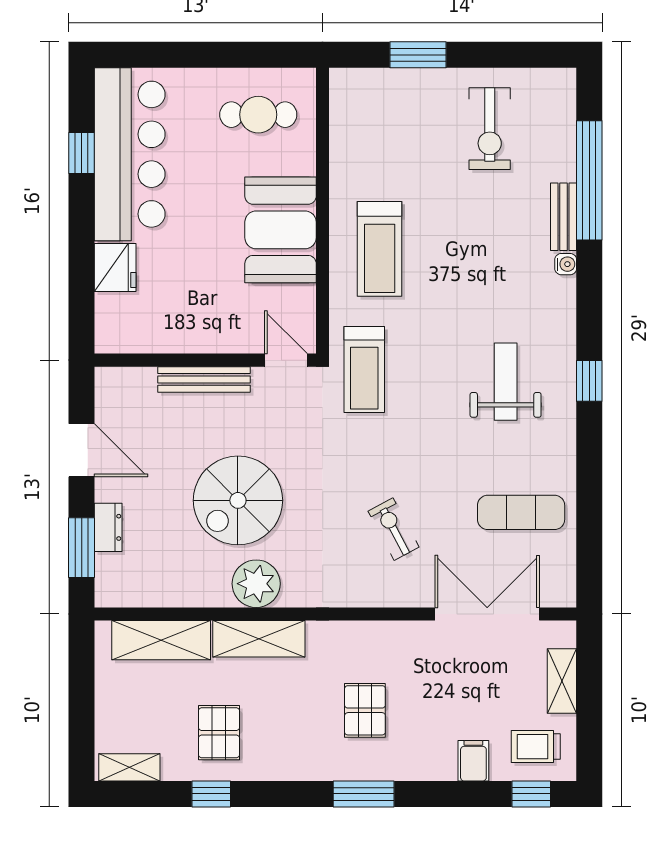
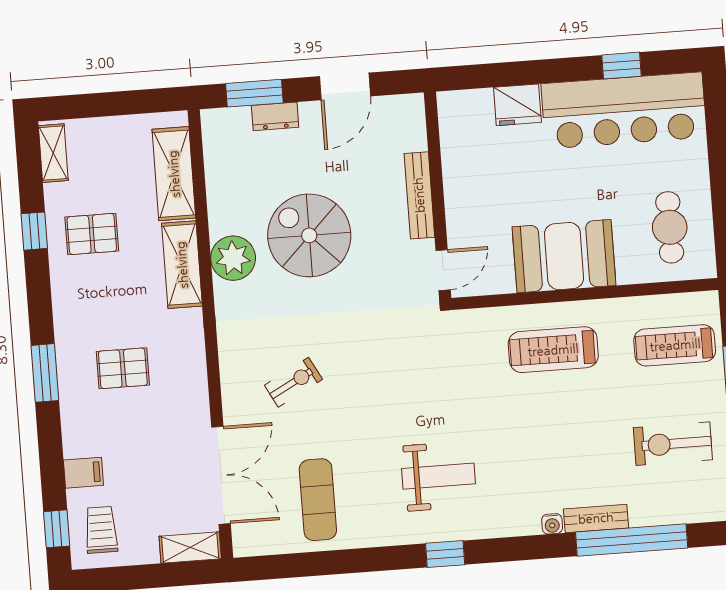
treadmill: (364, 369) -> (675, 345), moved
shelving: (562, 681) -> (190, 548), moved

